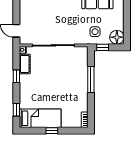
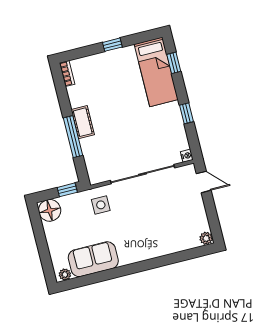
side table: (95, 32) -> (101, 205), moved
cot: (25, 64) -> (83, 122), moved
bed: (40, 118) -> (156, 72), moved, turned -90

